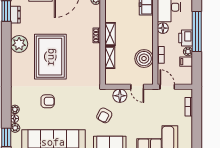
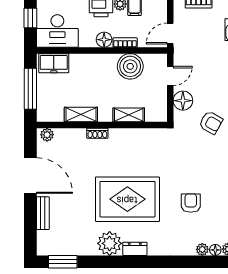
dresser: (15, 15) -> (135, 249), moved
floor lamp: (163, 28) -> (104, 40), moved
shelving: (110, 34) -> (81, 115), moved

